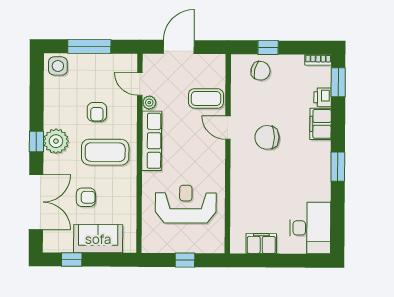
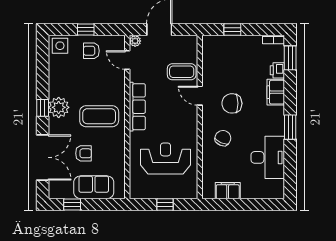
window: (89, 46) -> (86, 30), width x0.46
chair: (260, 71) -> (223, 138), moved, turned -80
plant: (149, 103) -> (135, 41), moved
armchair: (97, 112) -> (91, 51), moved, turned 90
desk: (310, 228) -> (268, 157), moved

